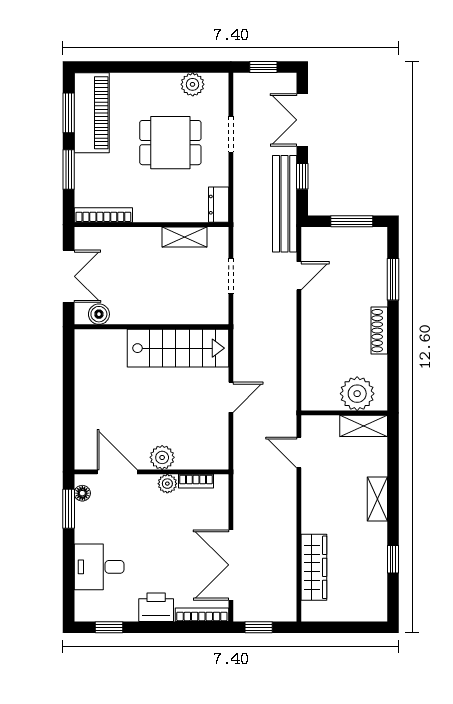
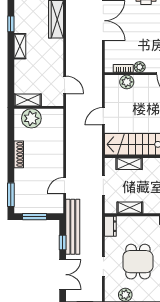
dining table: (170, 143) -> (138, 262), turned 90
window: (393, 279) -> (11, 195), moved
shelving: (186, 314) -> (129, 164), added
plant: (162, 457) -> (127, 82), moved
shelving: (377, 499) -> (20, 46), moved

